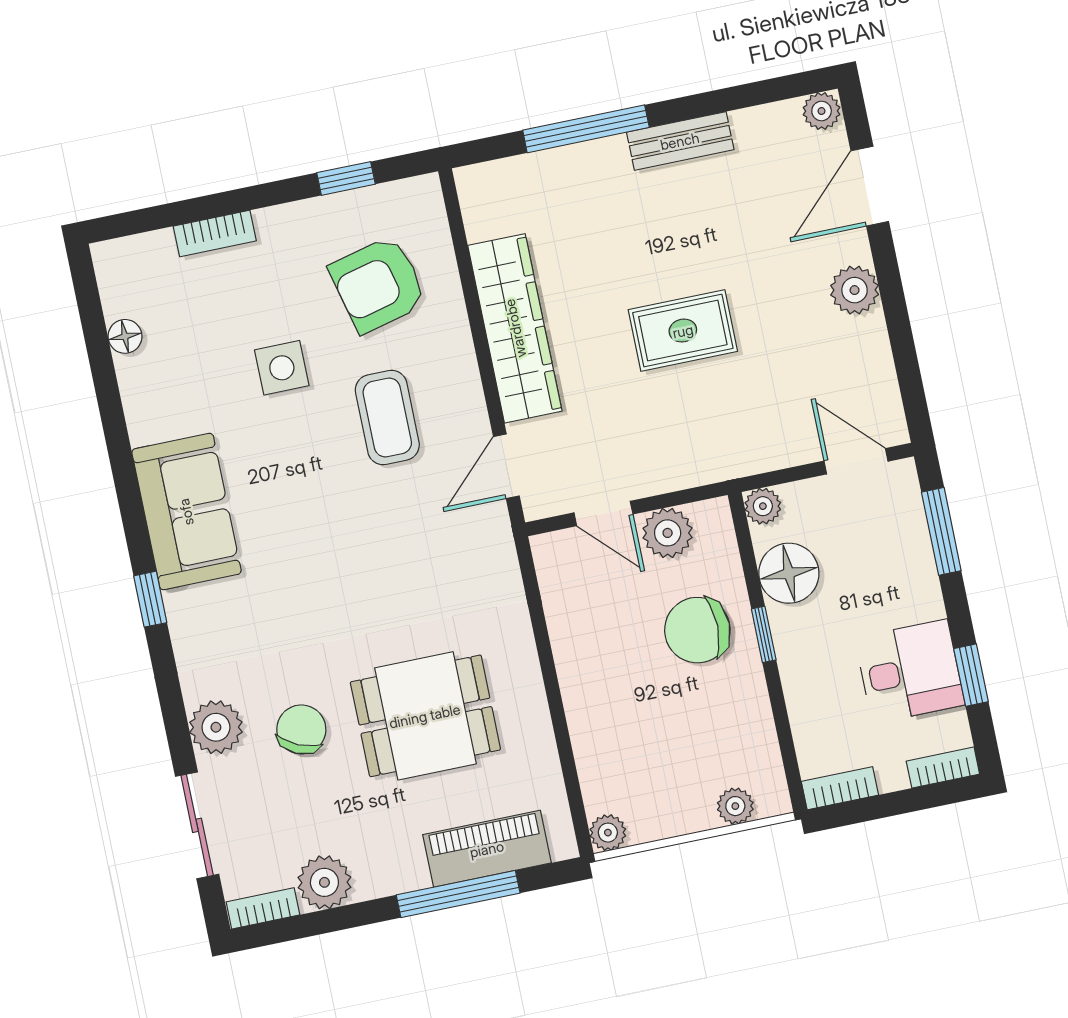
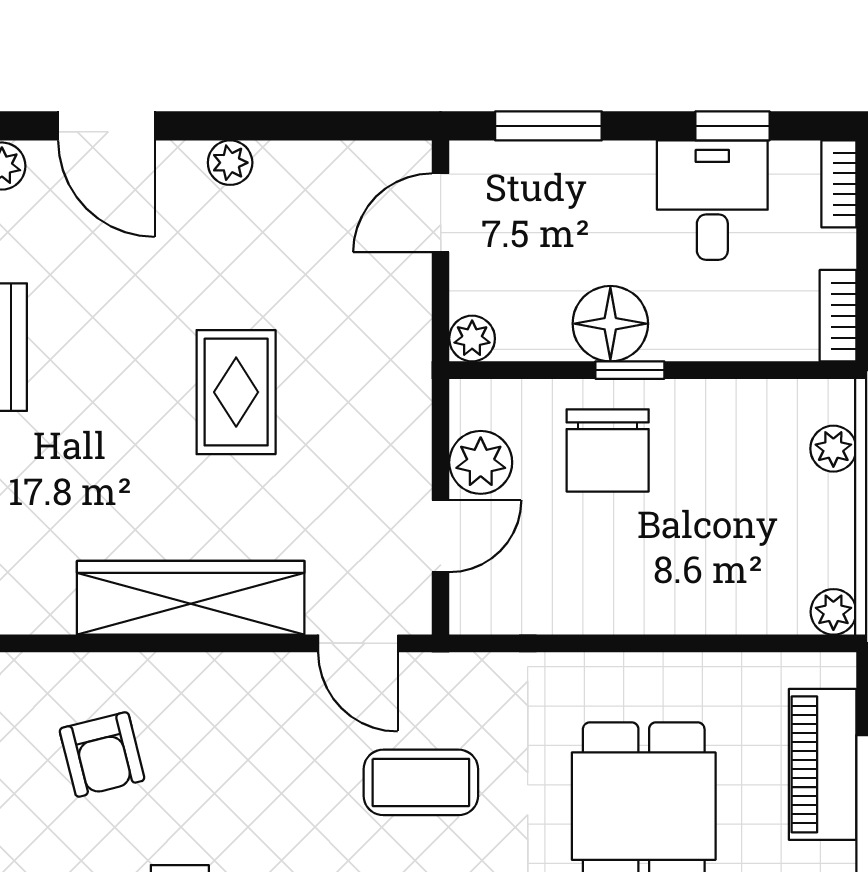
armchair: (378, 284) -> (102, 754), width x0.72, depth x0.72
plant: (855, 290) -> (230, 163), width x0.73, depth x0.73
coffee table: (387, 418) -> (421, 782), moved
floor lamp: (789, 573) -> (610, 324), moved

